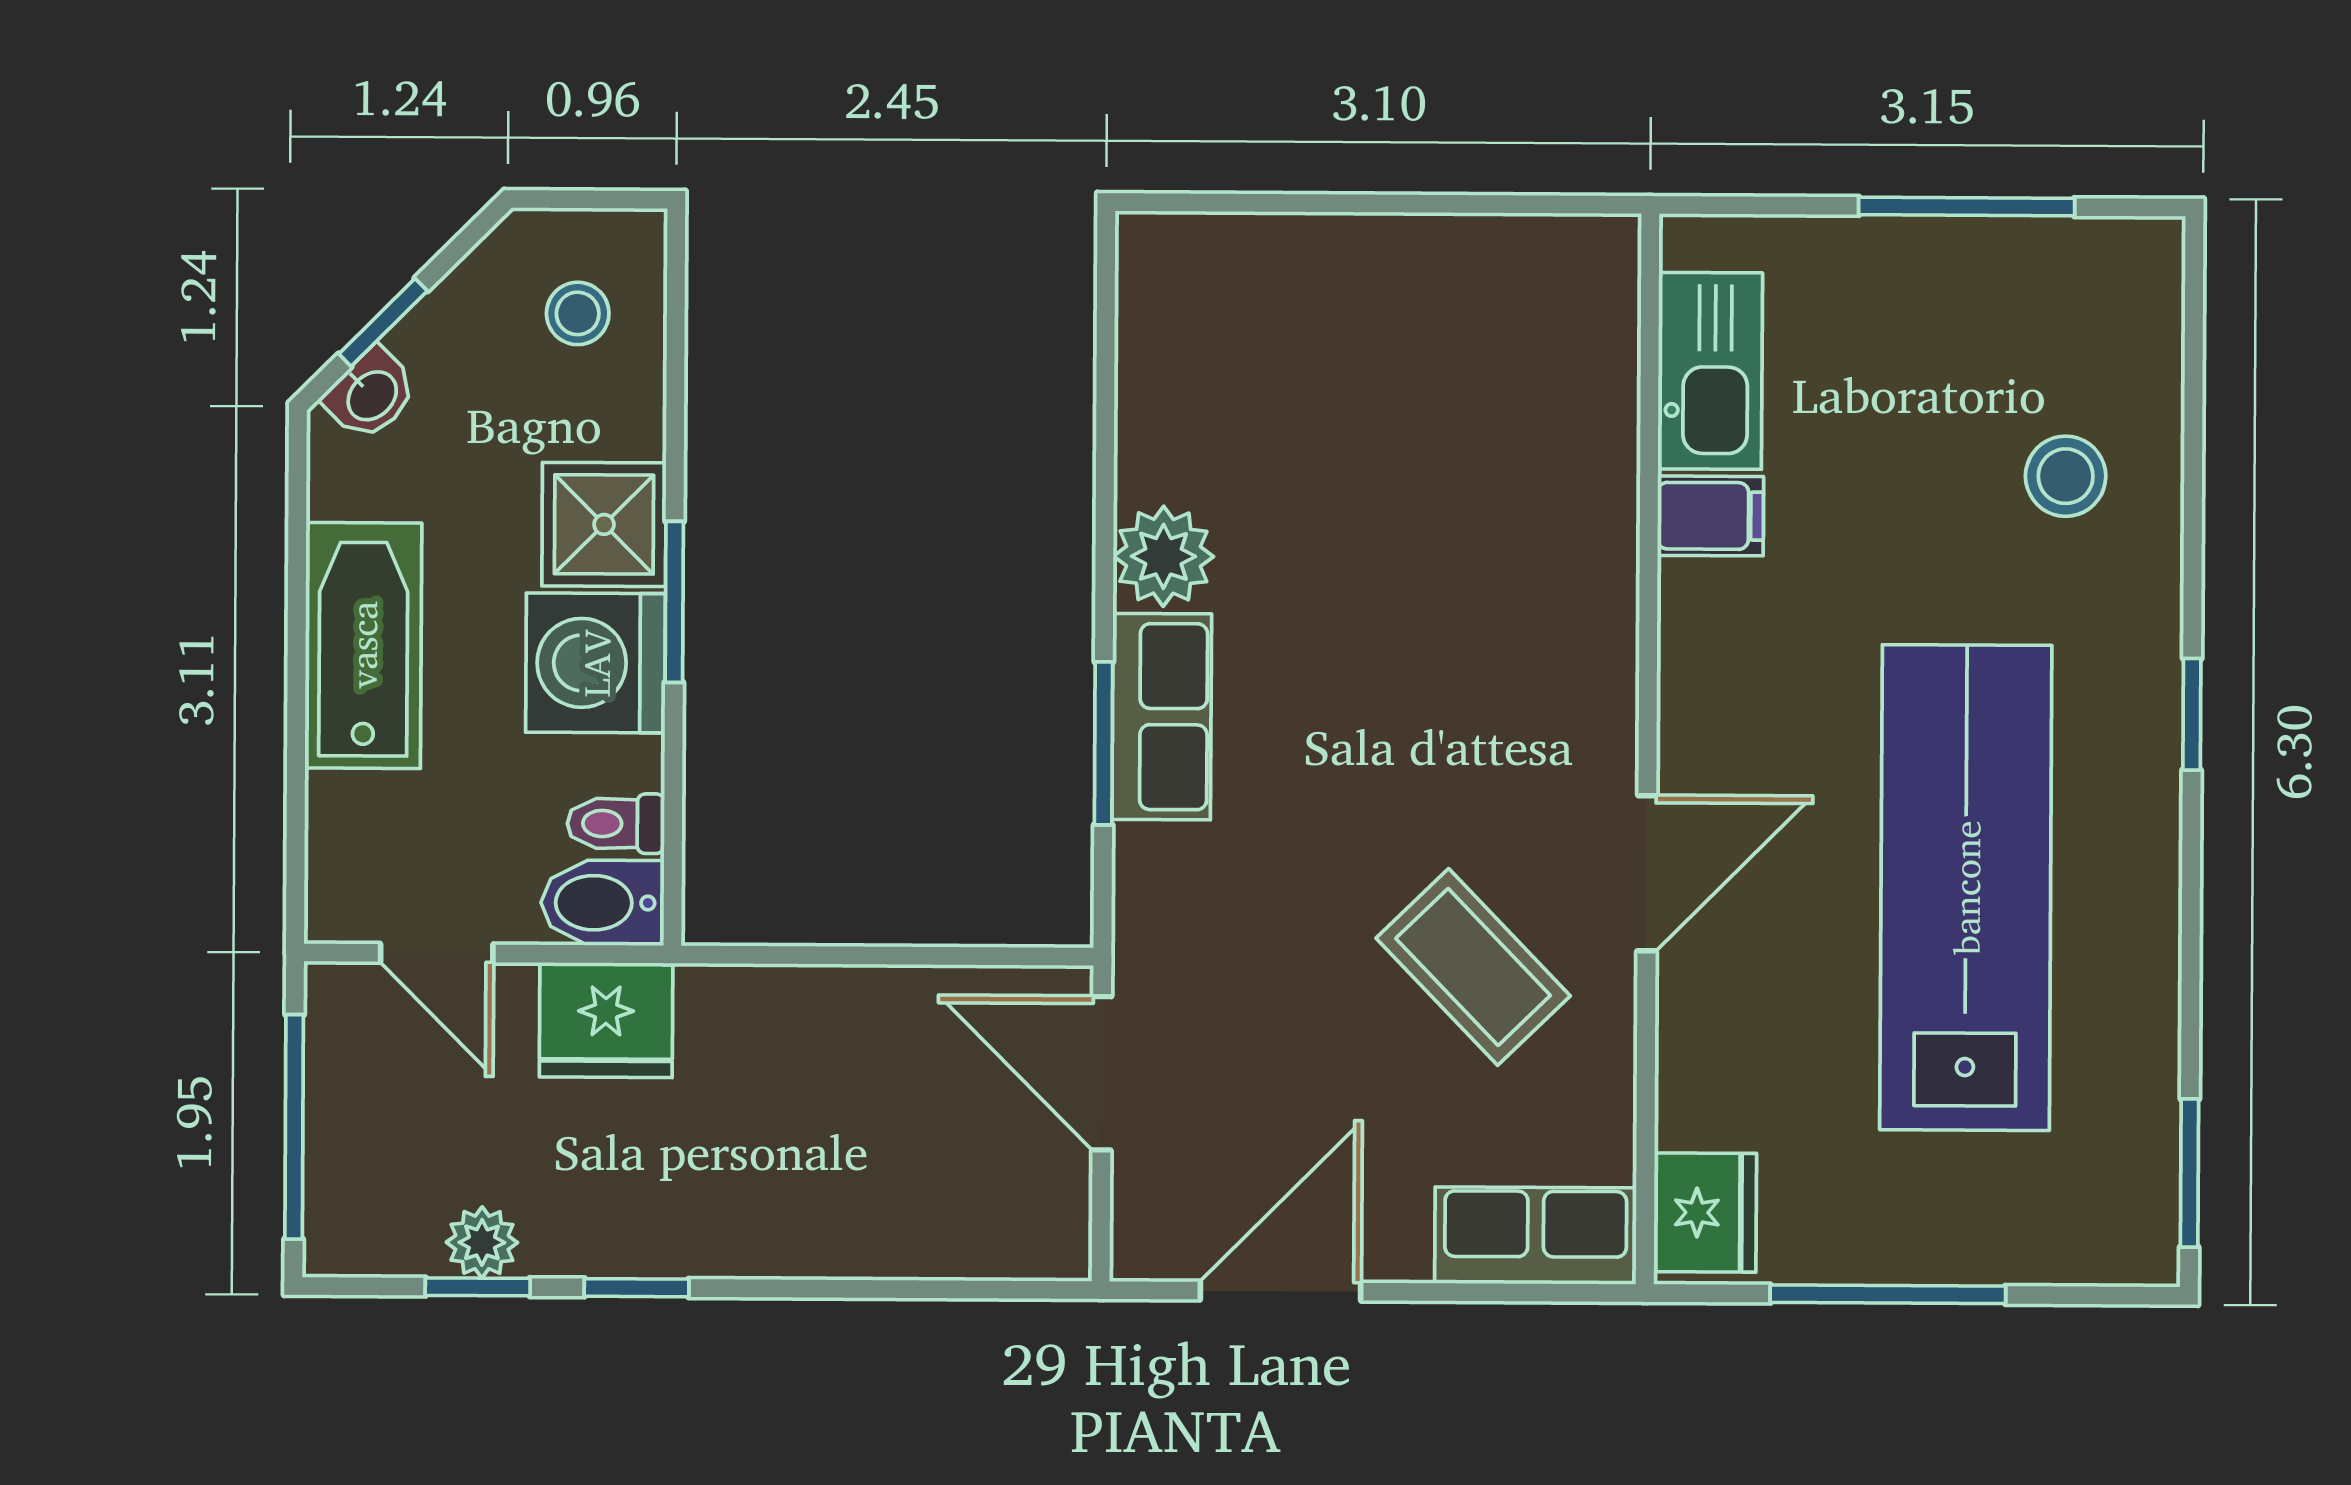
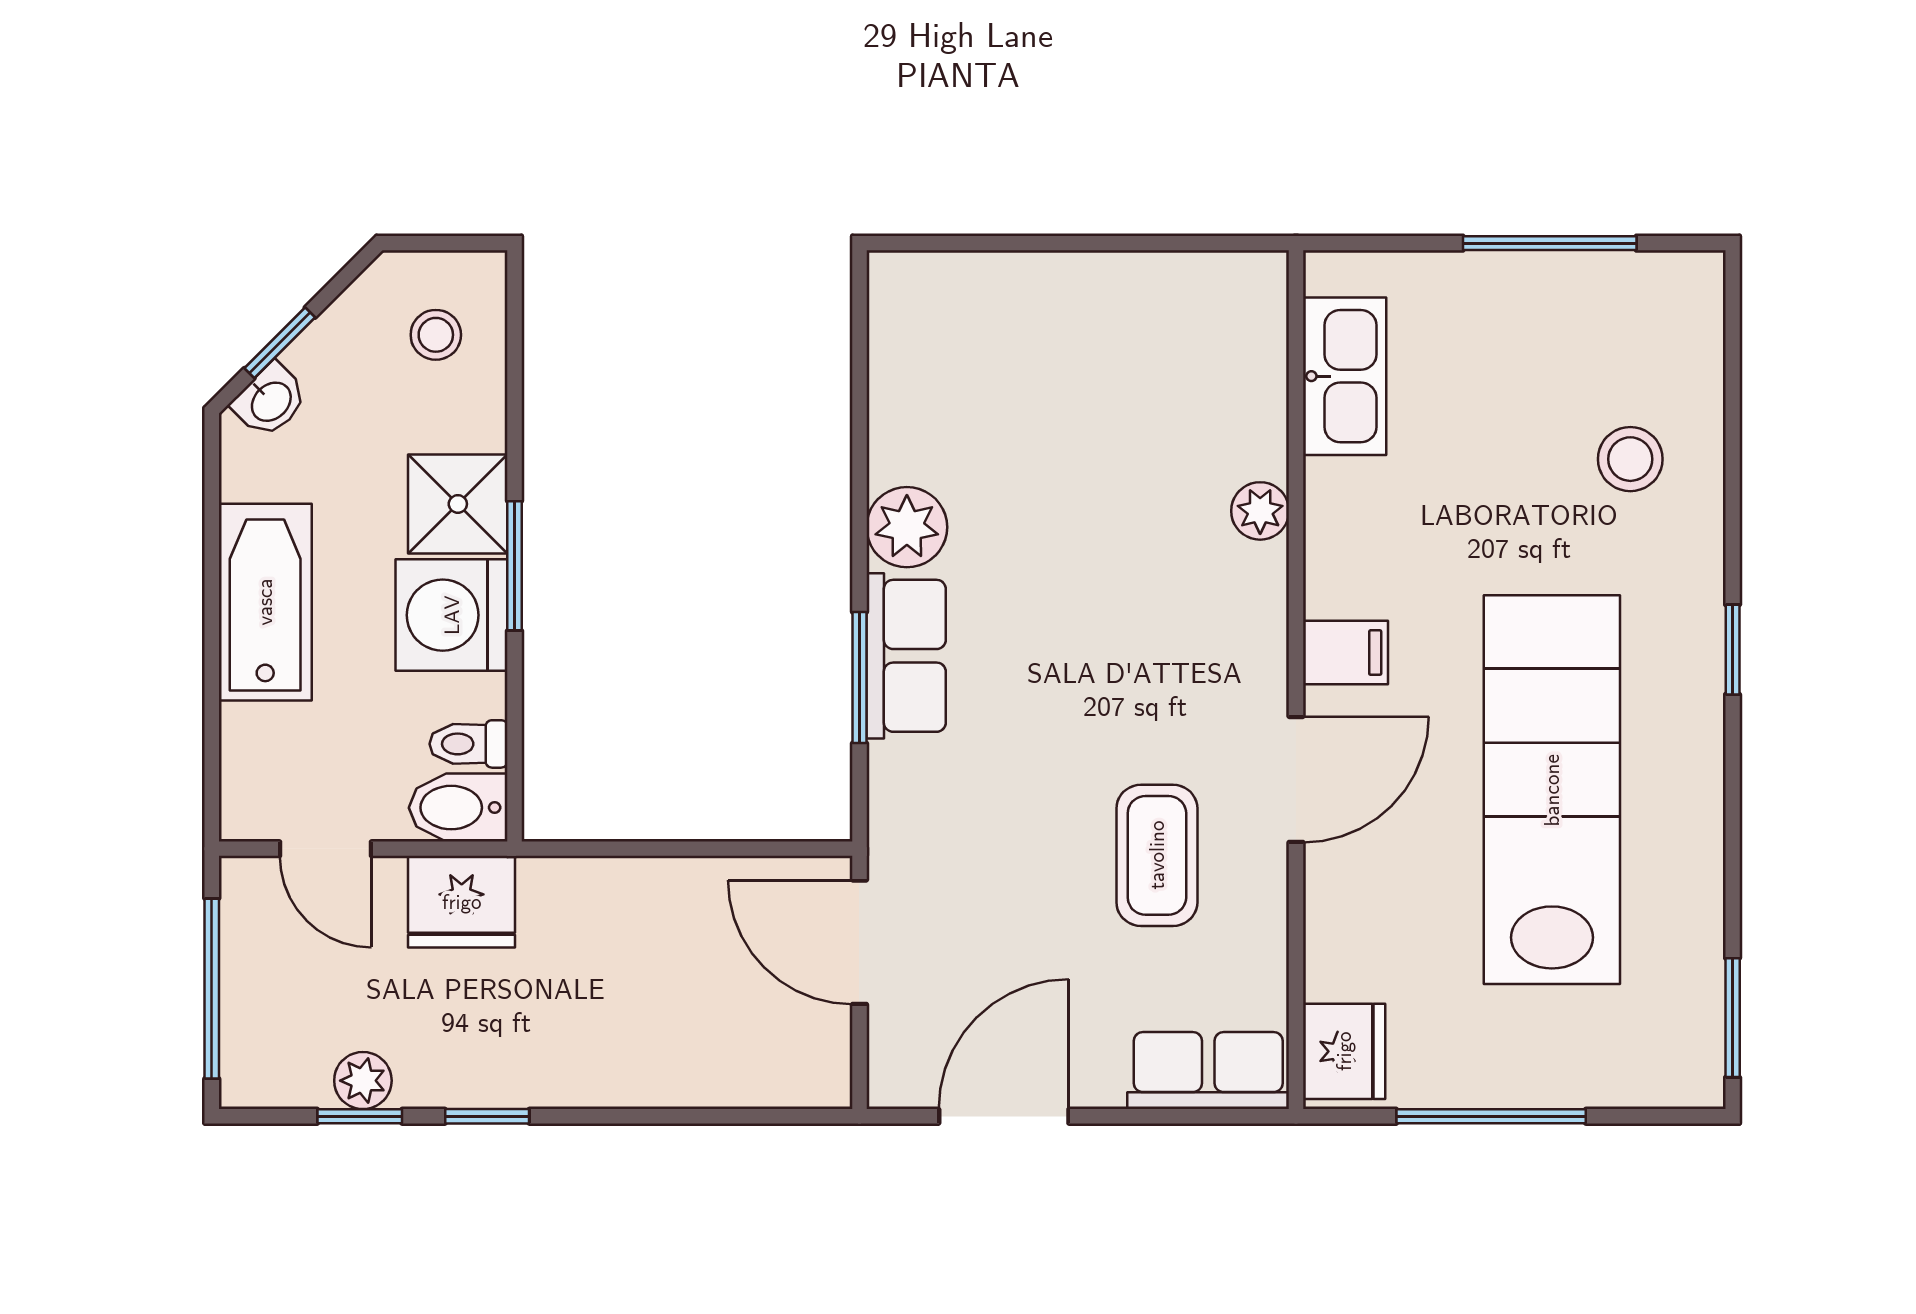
filing cabinet: (1710, 516) -> (1346, 653), moved
plant: (1604, 538) -> (1260, 511), added
coffee table: (1473, 967) -> (1157, 855), turned 44

